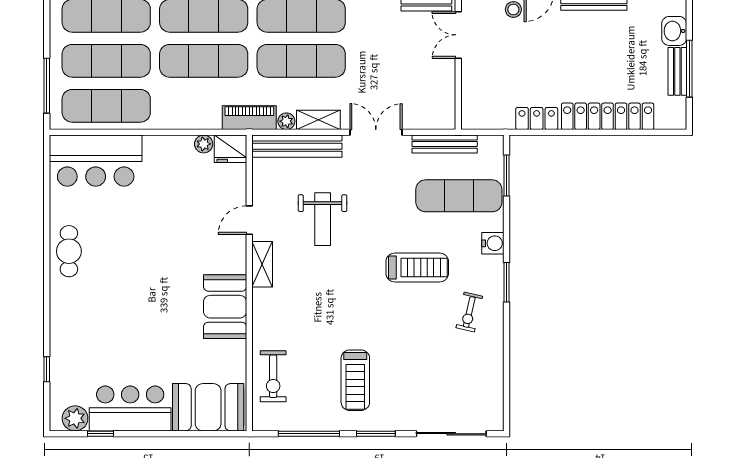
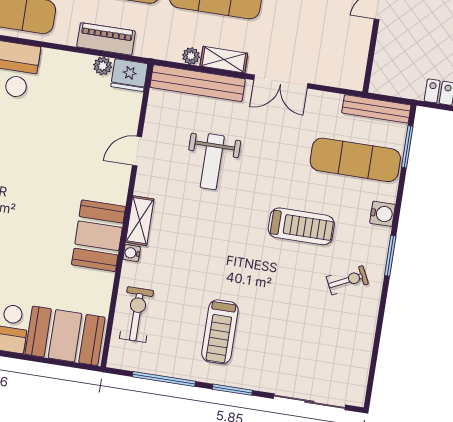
piano: (249, 118) -> (106, 39), moved
double door: (376, 132) -> (281, 82), swing flipped
bench: (445, 144) -> (376, 109), moved
shelving: (262, 264) -> (140, 221), moved
exercise bike: (469, 312) -> (347, 280), turned -129
water cooler: (259, 318) -> (132, 253), added
exercise bike: (273, 376) -> (137, 315), turned 180

